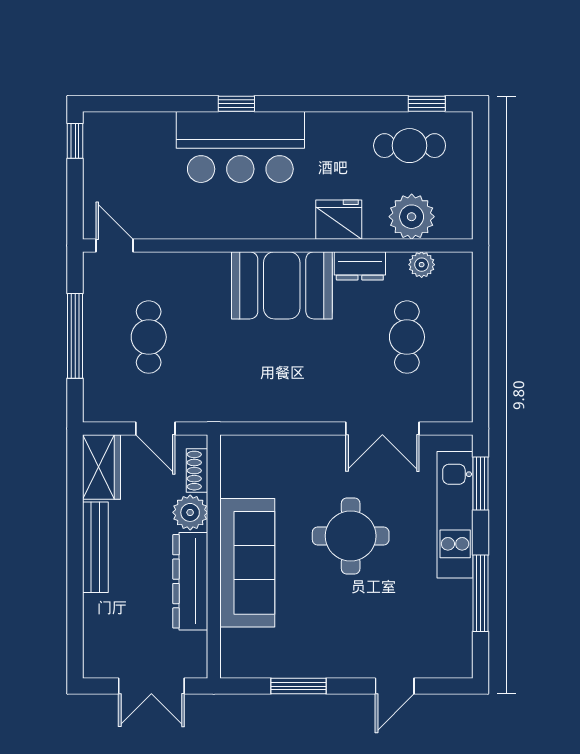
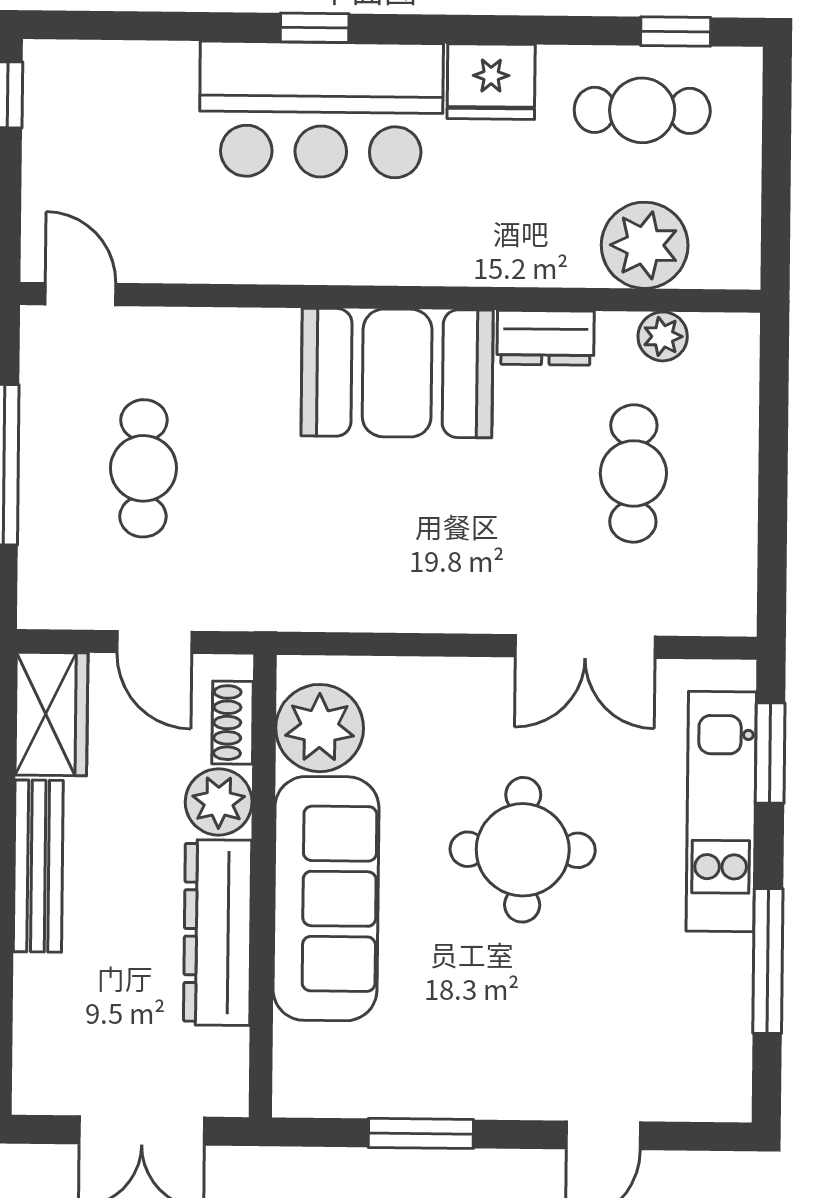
fridge: (339, 220) -> (491, 82), moved, turned 180
plant: (243, 473) -> (320, 728), added

